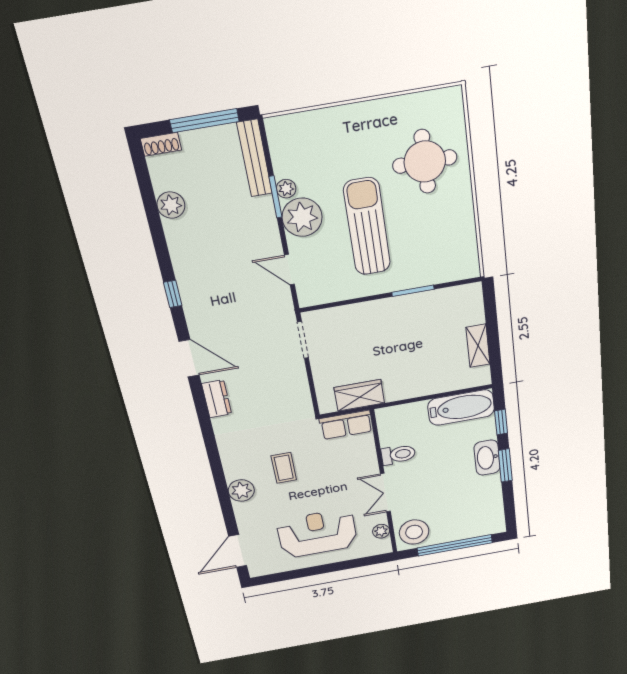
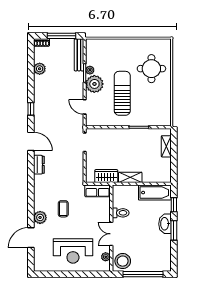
shelving: (478, 346) -> (166, 146), moved
shelving: (408, 389) -> (130, 177), added
reception desk: (317, 533) -> (73, 251), turned 180
door: (238, 551) -> (31, 238), moved

